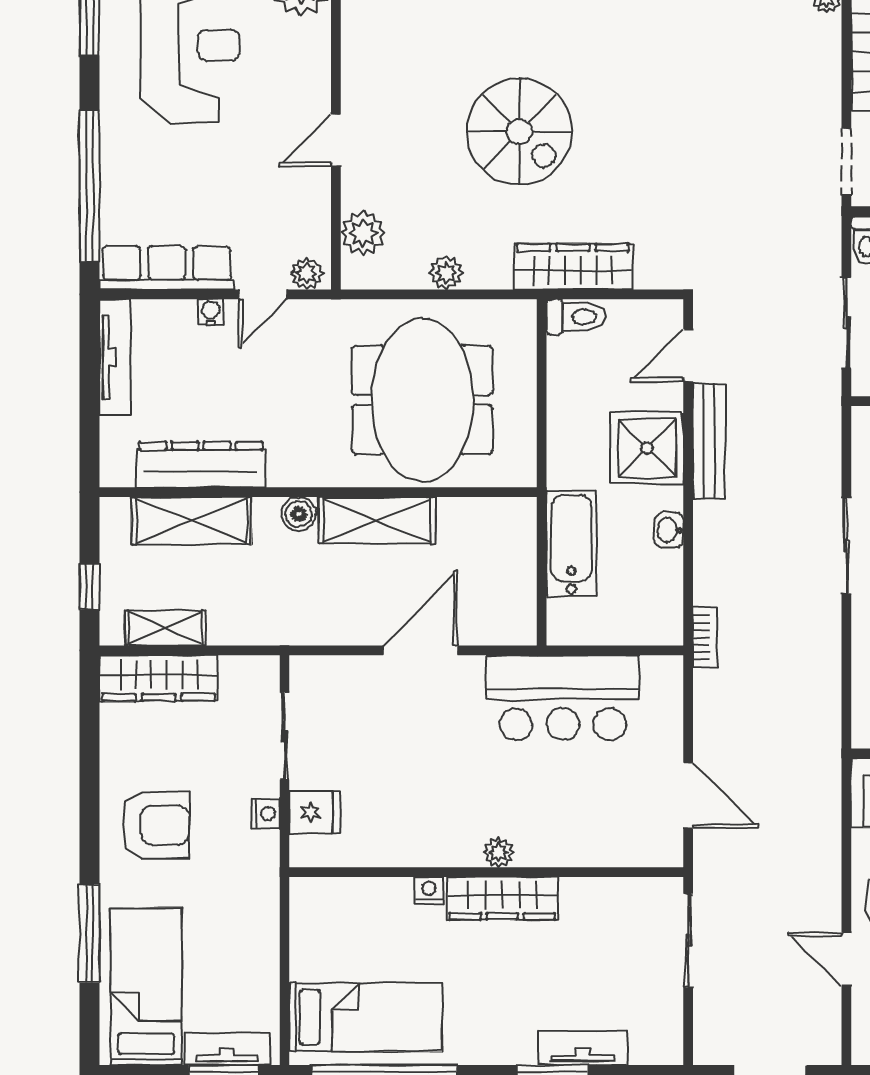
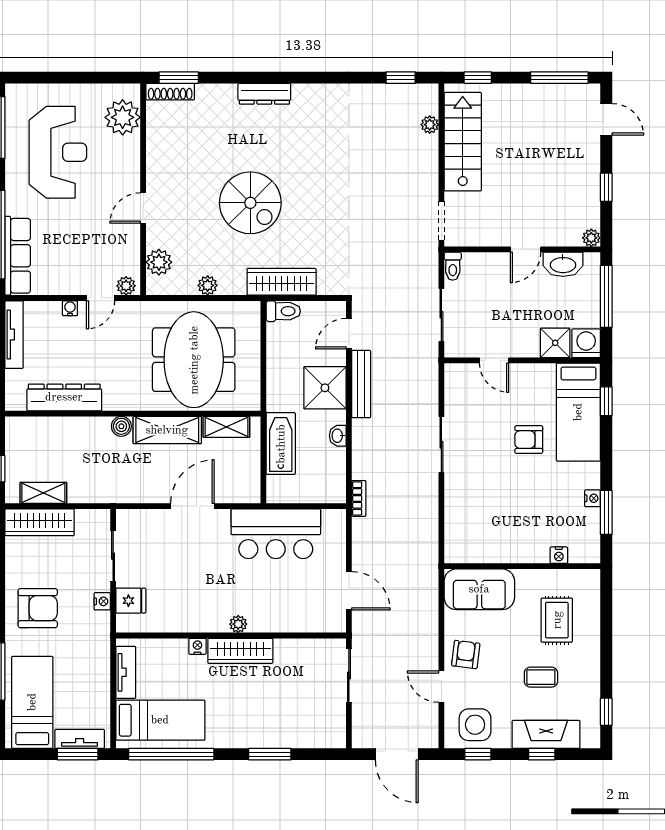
row of seats: (167, 268) -> (18, 256), moved, turned 90
shelving: (191, 521) -> (226, 427), moved, width x0.67, depth x0.75
tv unit: (583, 1048) -> (126, 672), moved, turned 90

